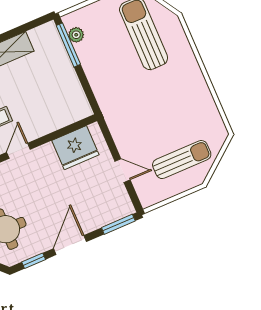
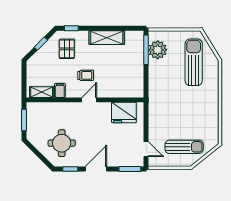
plant: (76, 35) -> (158, 50), width x1.88, depth x1.88
door: (122, 171) -> (146, 149), moved

